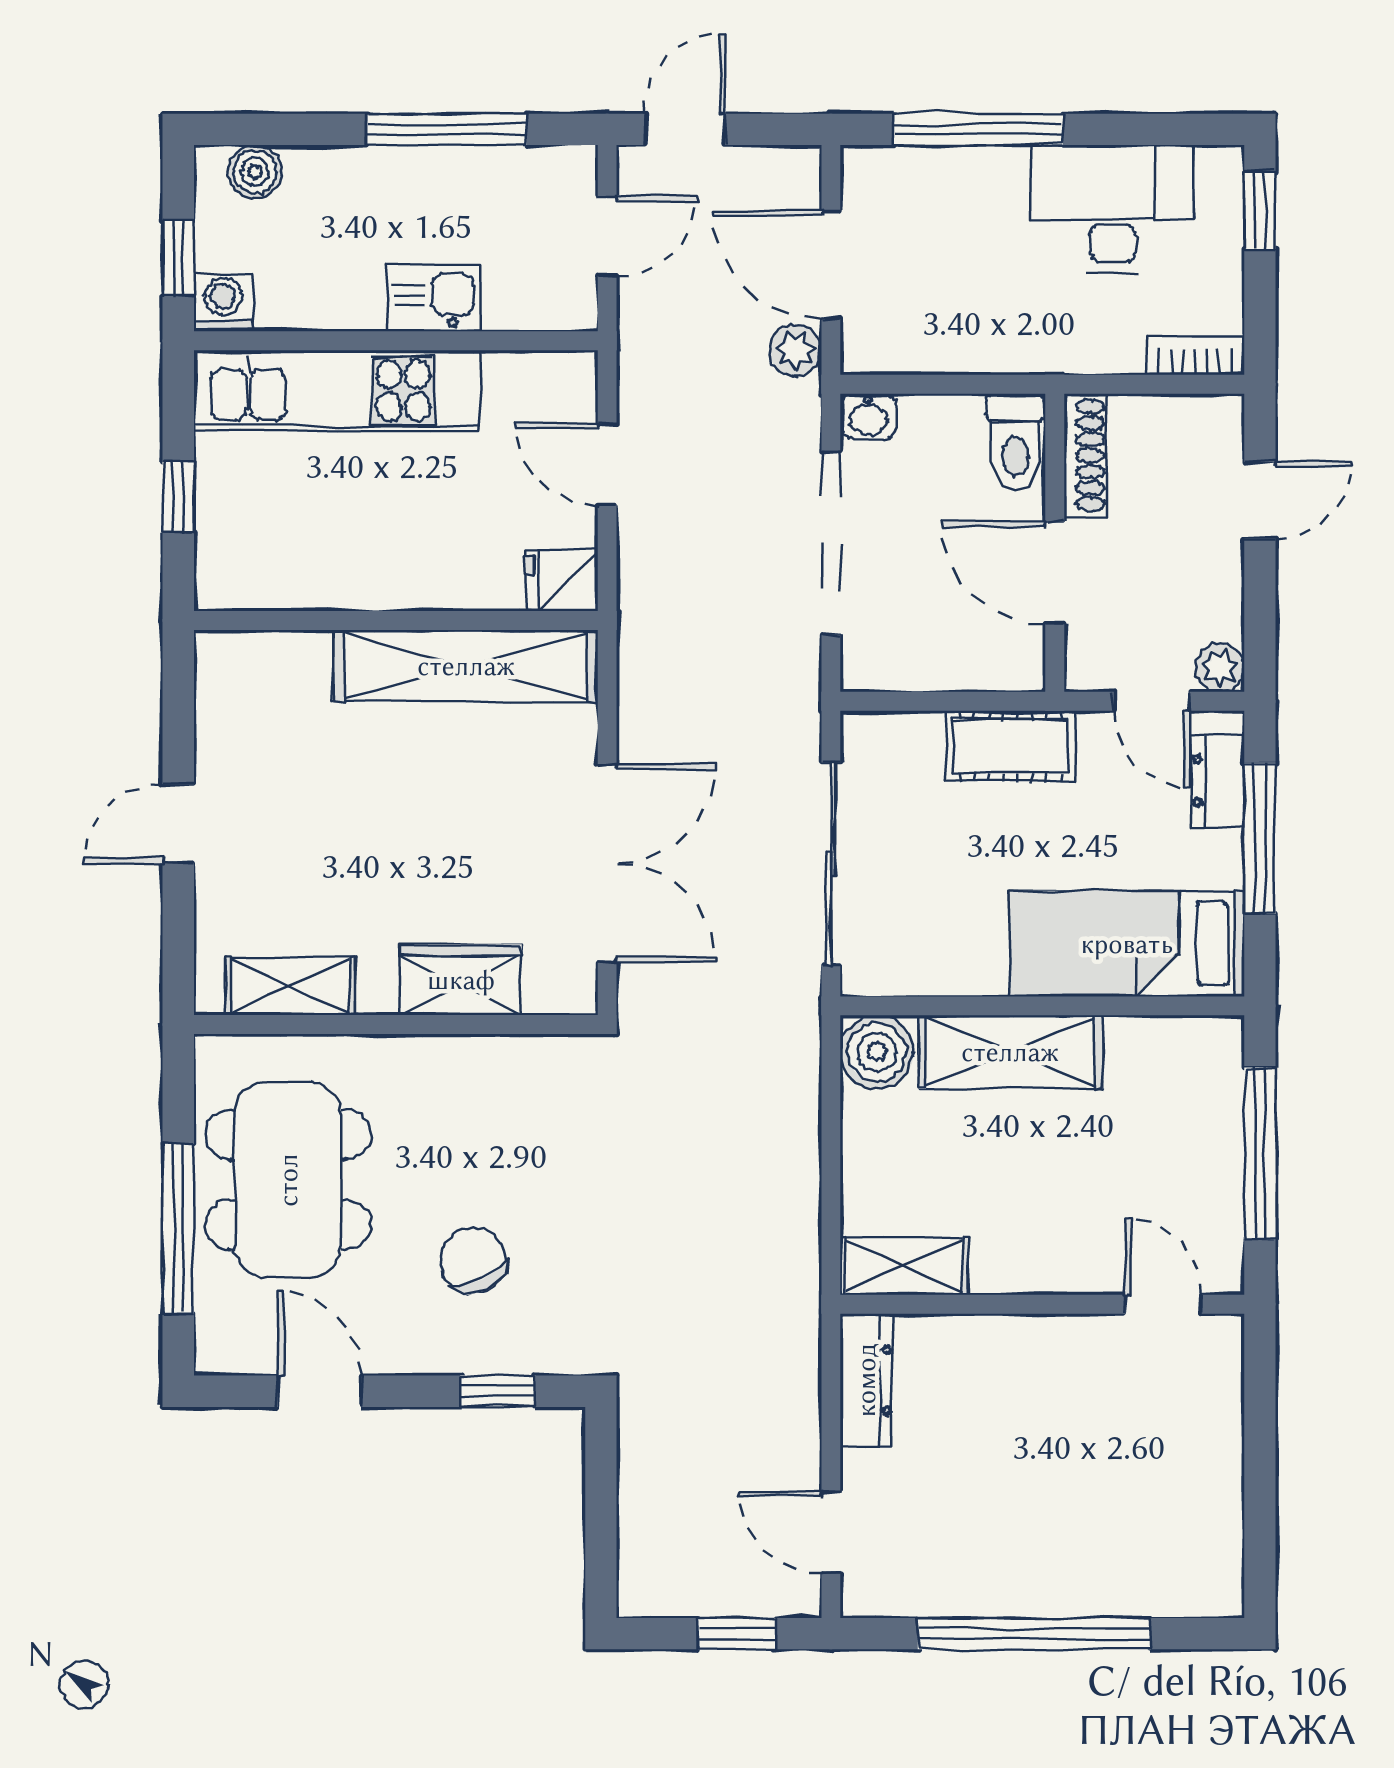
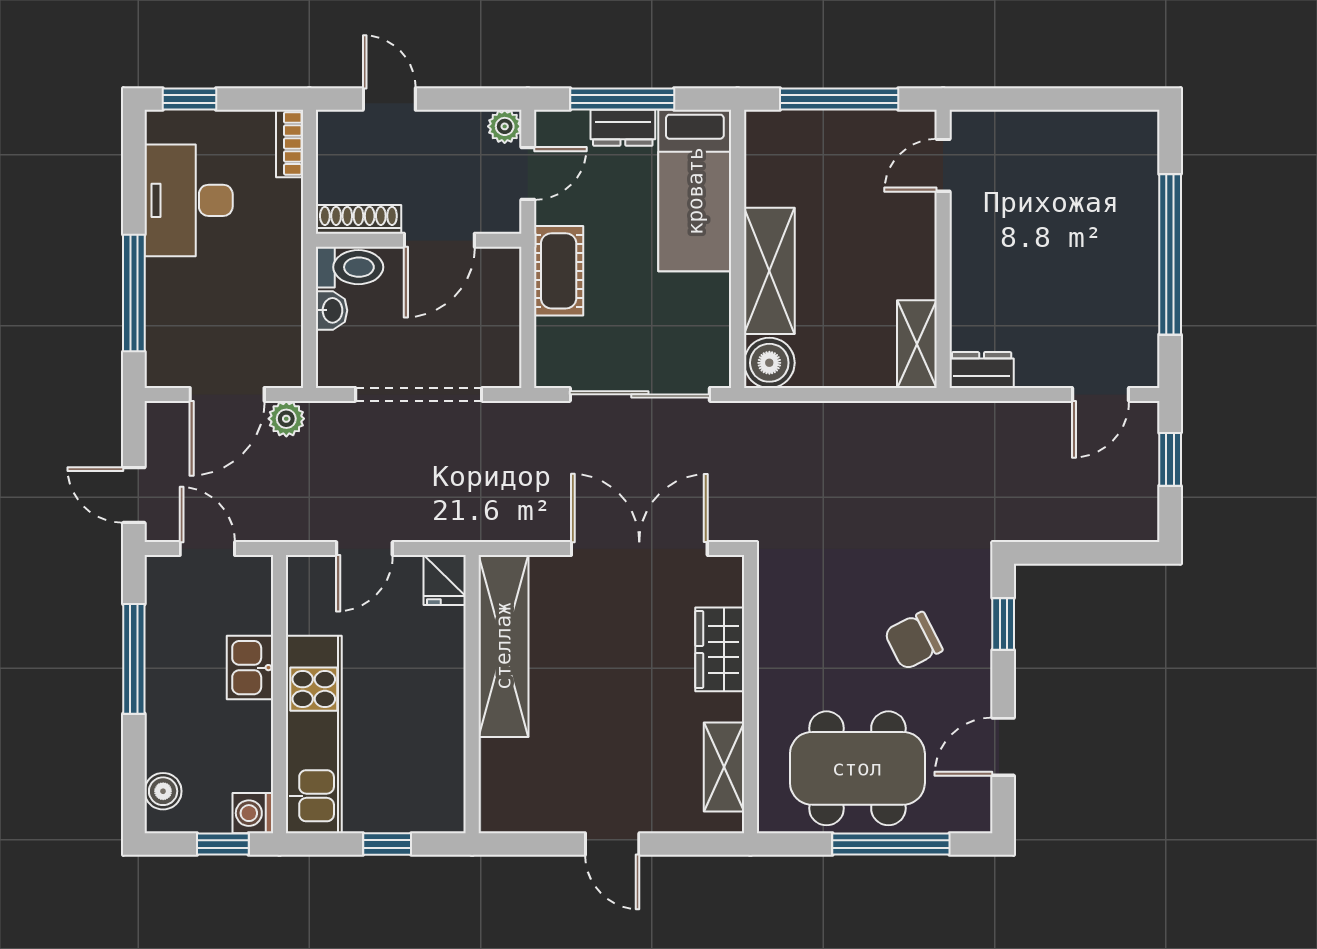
washbasin: (868, 416) -> (332, 310), moved
dresser: (1218, 781) -> (623, 128), moved
dresser: (866, 1380) -> (982, 370), width x0.70

